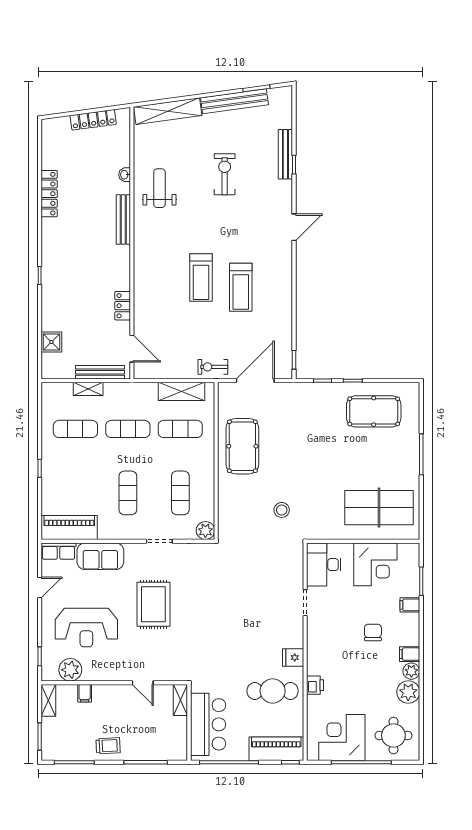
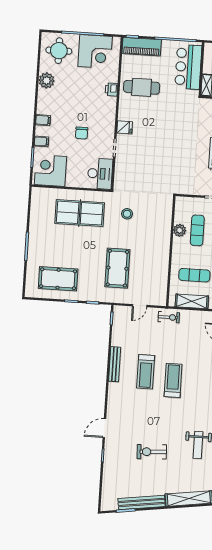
bench: (285, 154) -> (115, 364), moved
exercise bike: (225, 174) -> (152, 452), turned 87
door: (294, 227) -> (104, 428), moved
treadmill: (241, 287) -> (146, 372), turned 180
door: (255, 381) -> (140, 306), width x0.53
pool table: (242, 446) -> (117, 268), moved
table tennis table: (379, 508) -> (80, 213), moved
plant: (205, 531) -> (180, 230), moved
corner desk: (375, 564) -> (50, 171), moved
chair: (373, 632) -> (82, 133), moved
filing cabinet: (410, 654) -> (43, 120), moved
fridge: (293, 658) -> (125, 127), moved
plant: (411, 671) -> (43, 95), removed

